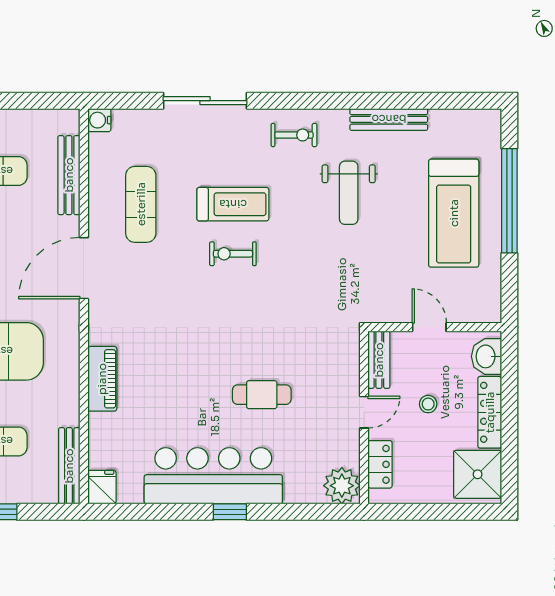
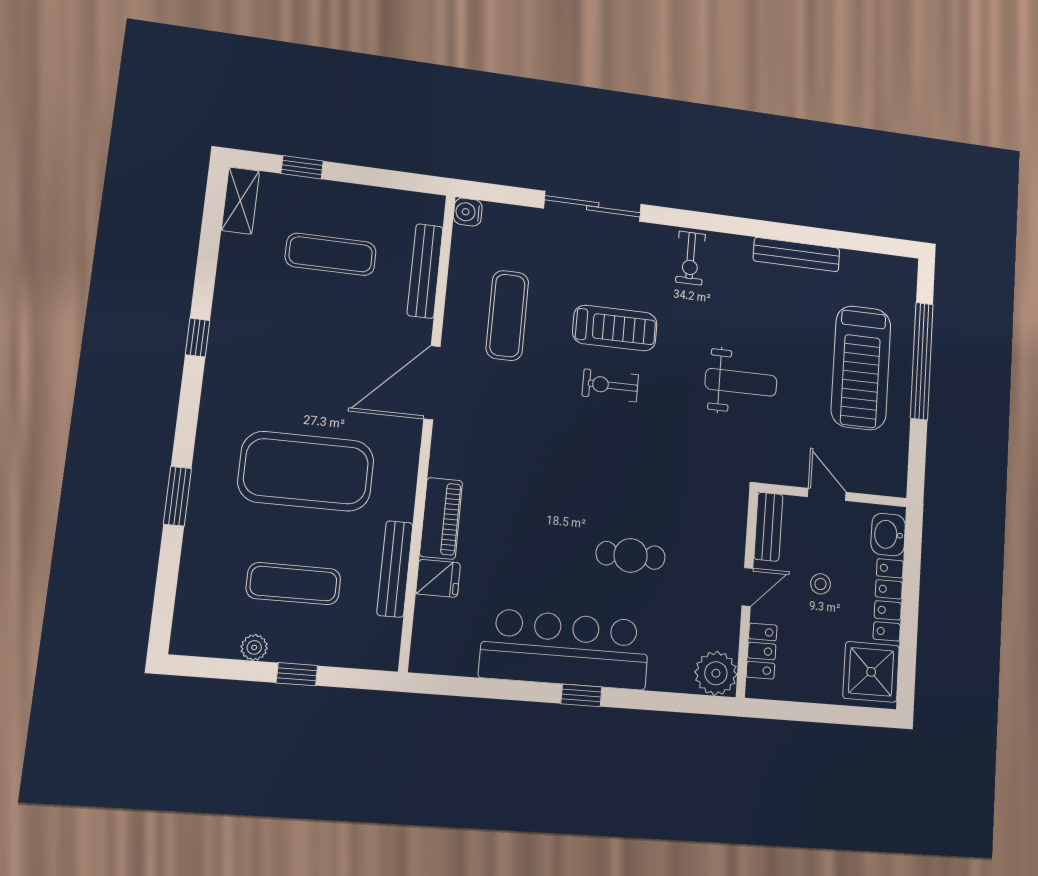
exercise bike: (294, 135) -> (690, 258), turned 90
weight bench: (349, 193) -> (741, 382), moved, turned -90
bench: (69, 466) -> (395, 569), moved
fridge: (102, 487) -> (438, 578), moved, turned 90

